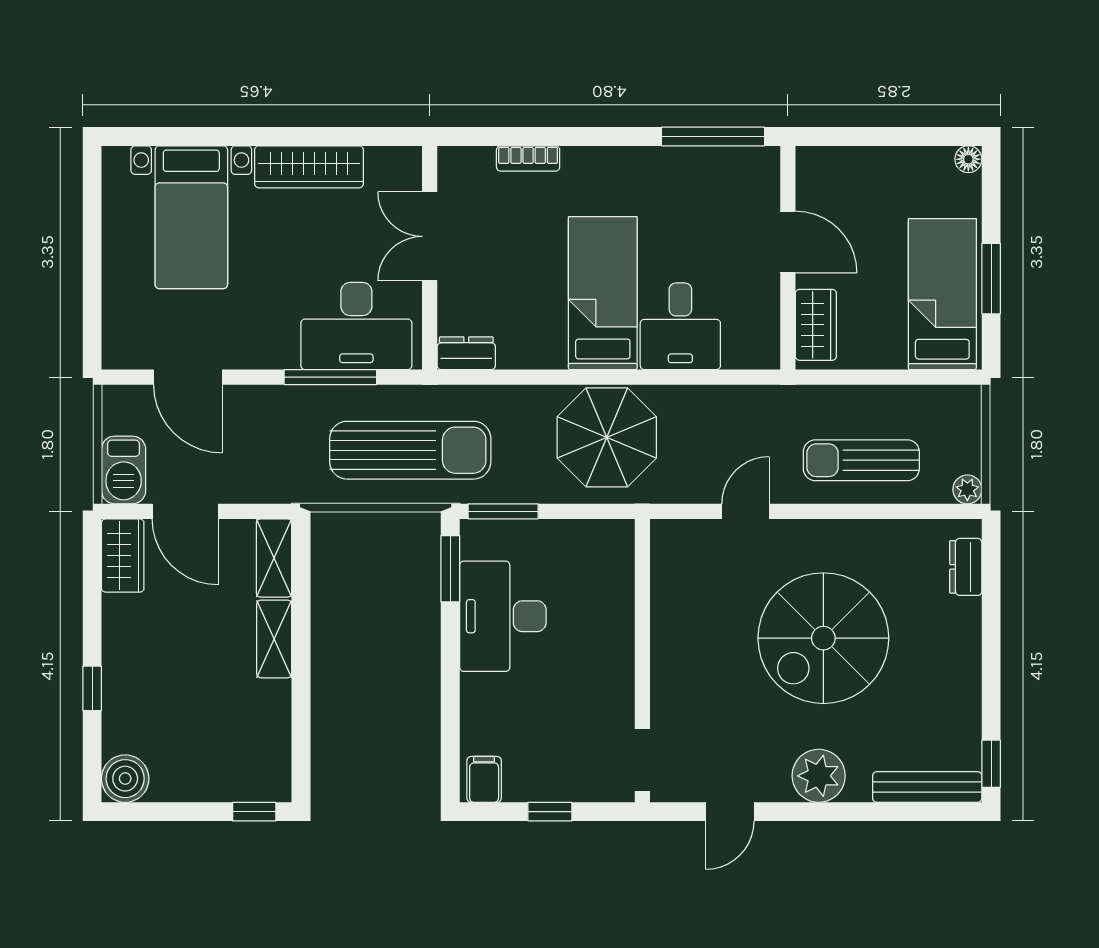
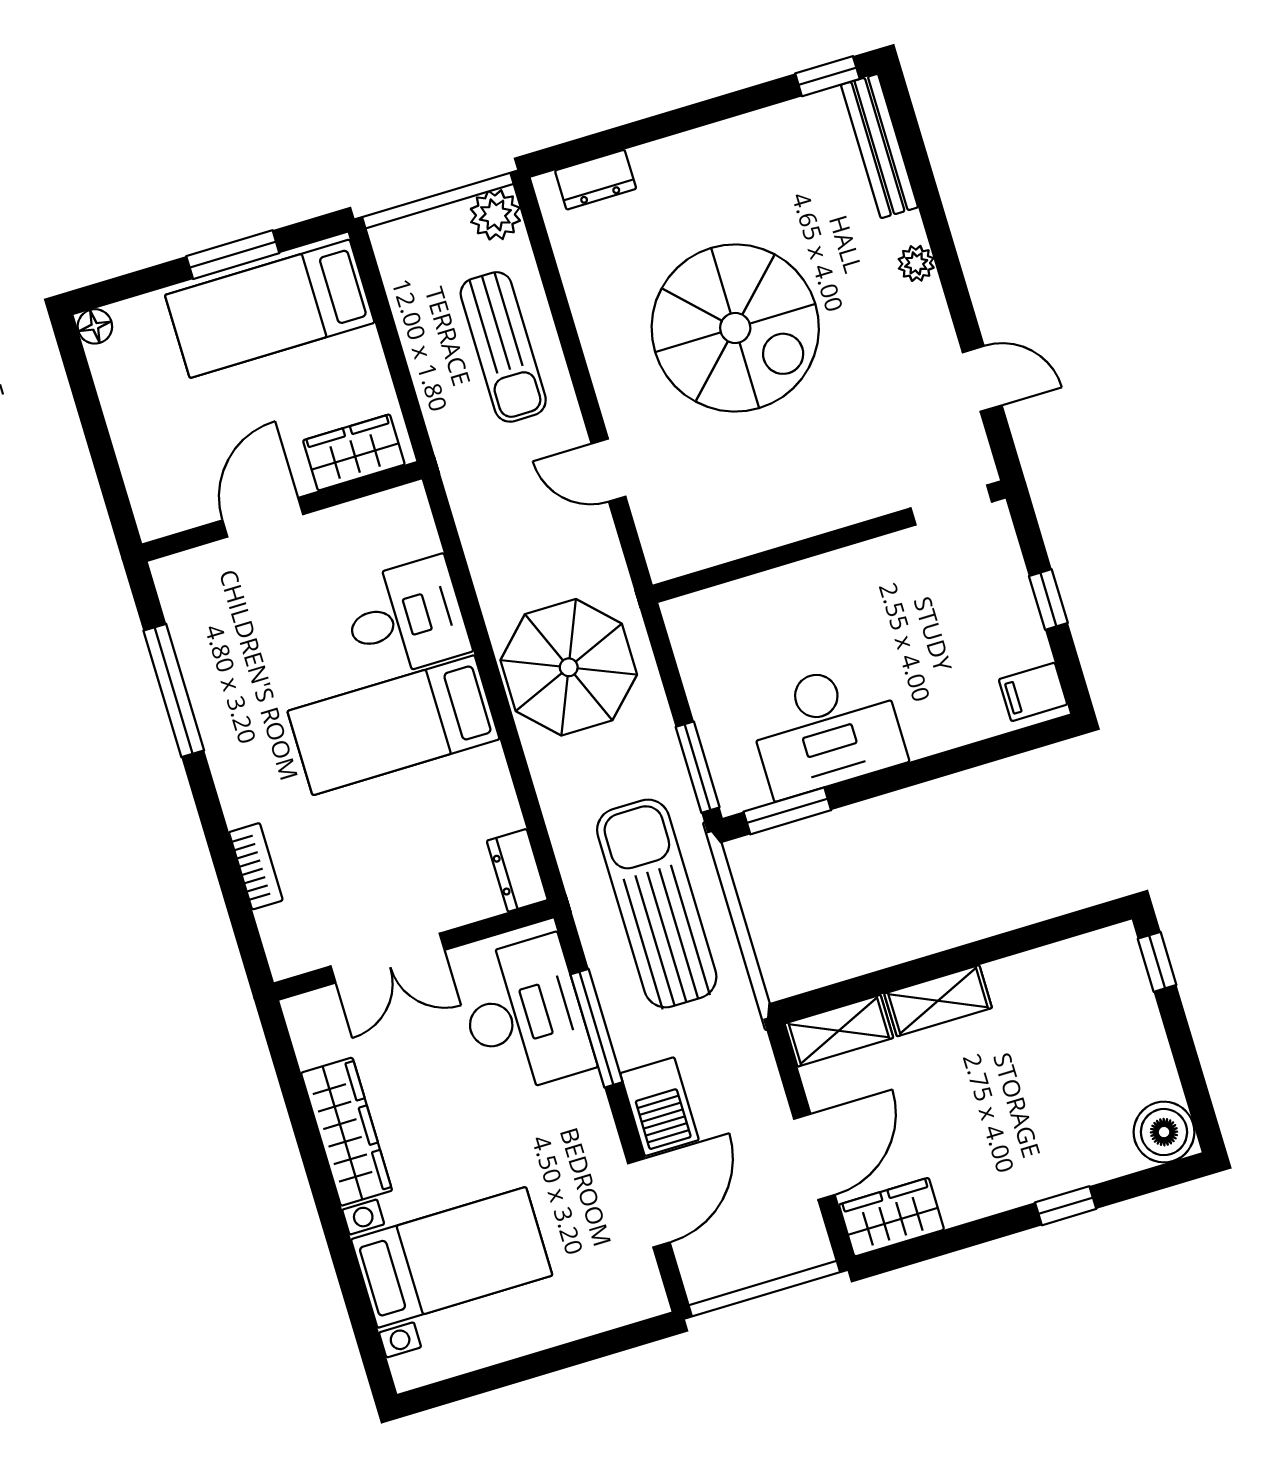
window: (713, 136) -> (174, 691), moved
barbecue: (124, 470) -> (659, 1107), moved, turned 90
plant: (967, 489) -> (495, 215), width x1.38, depth x1.38
plant: (819, 776) -> (916, 263), width x0.53, depth x0.53

